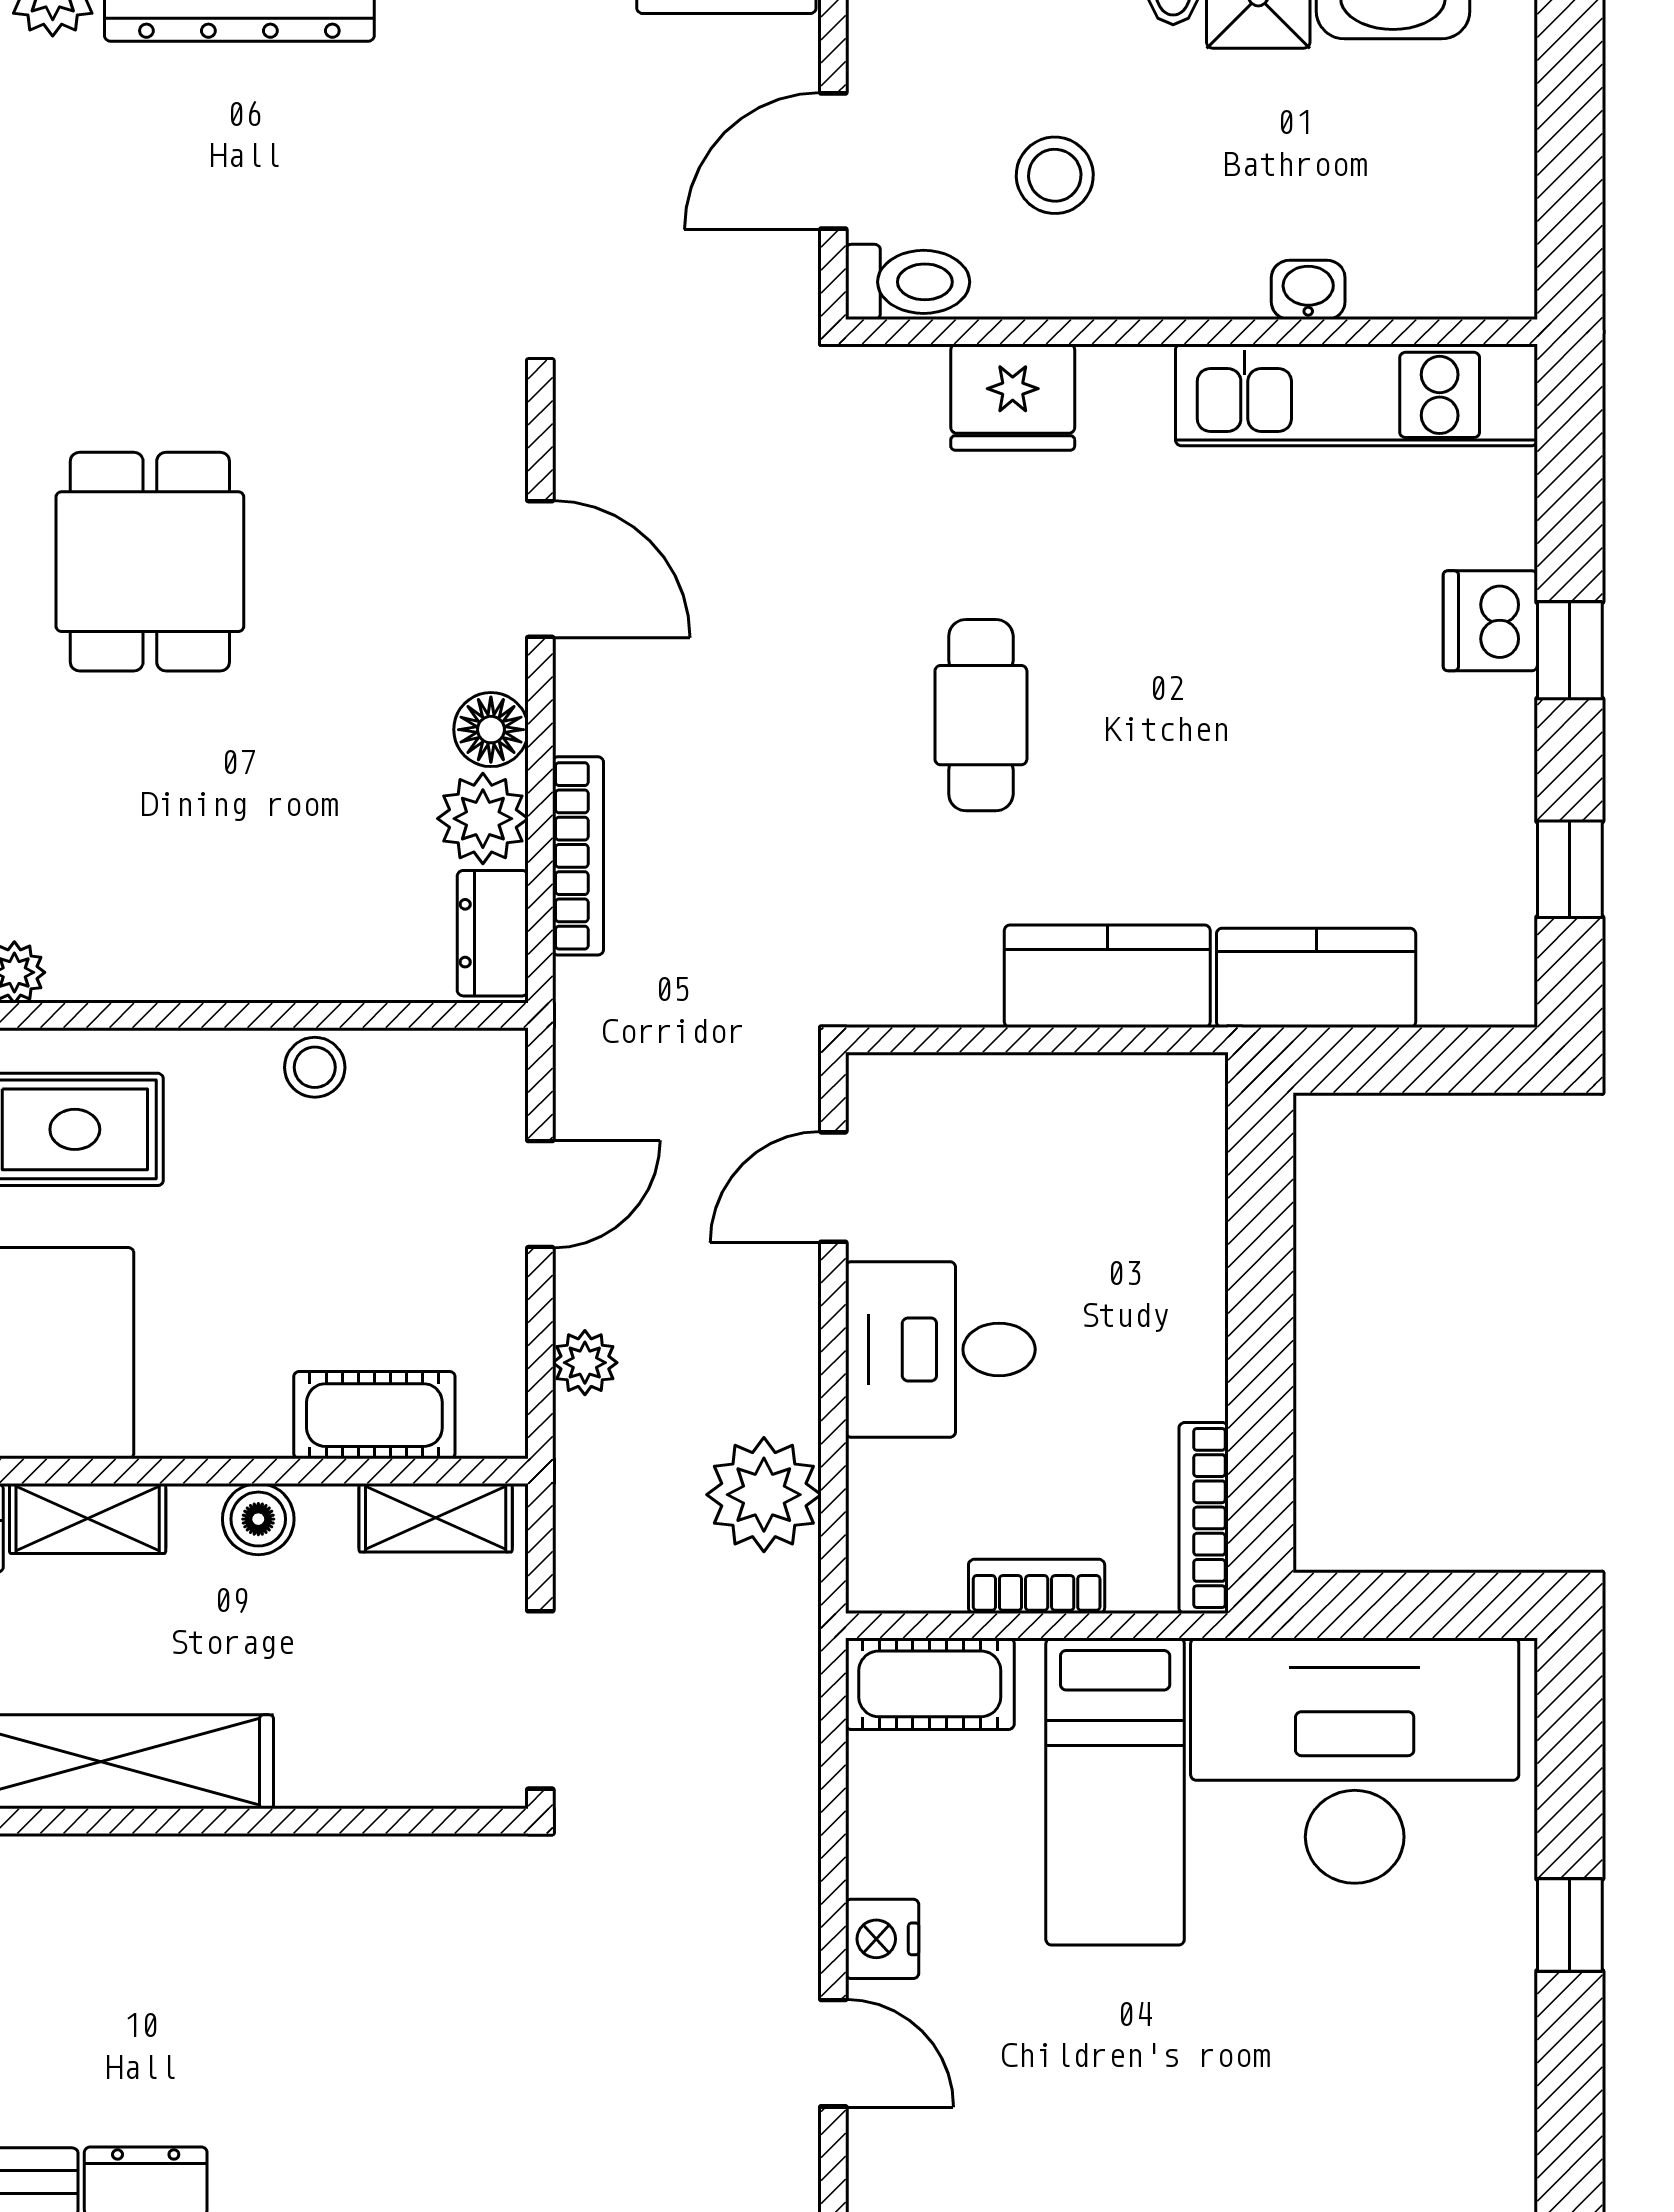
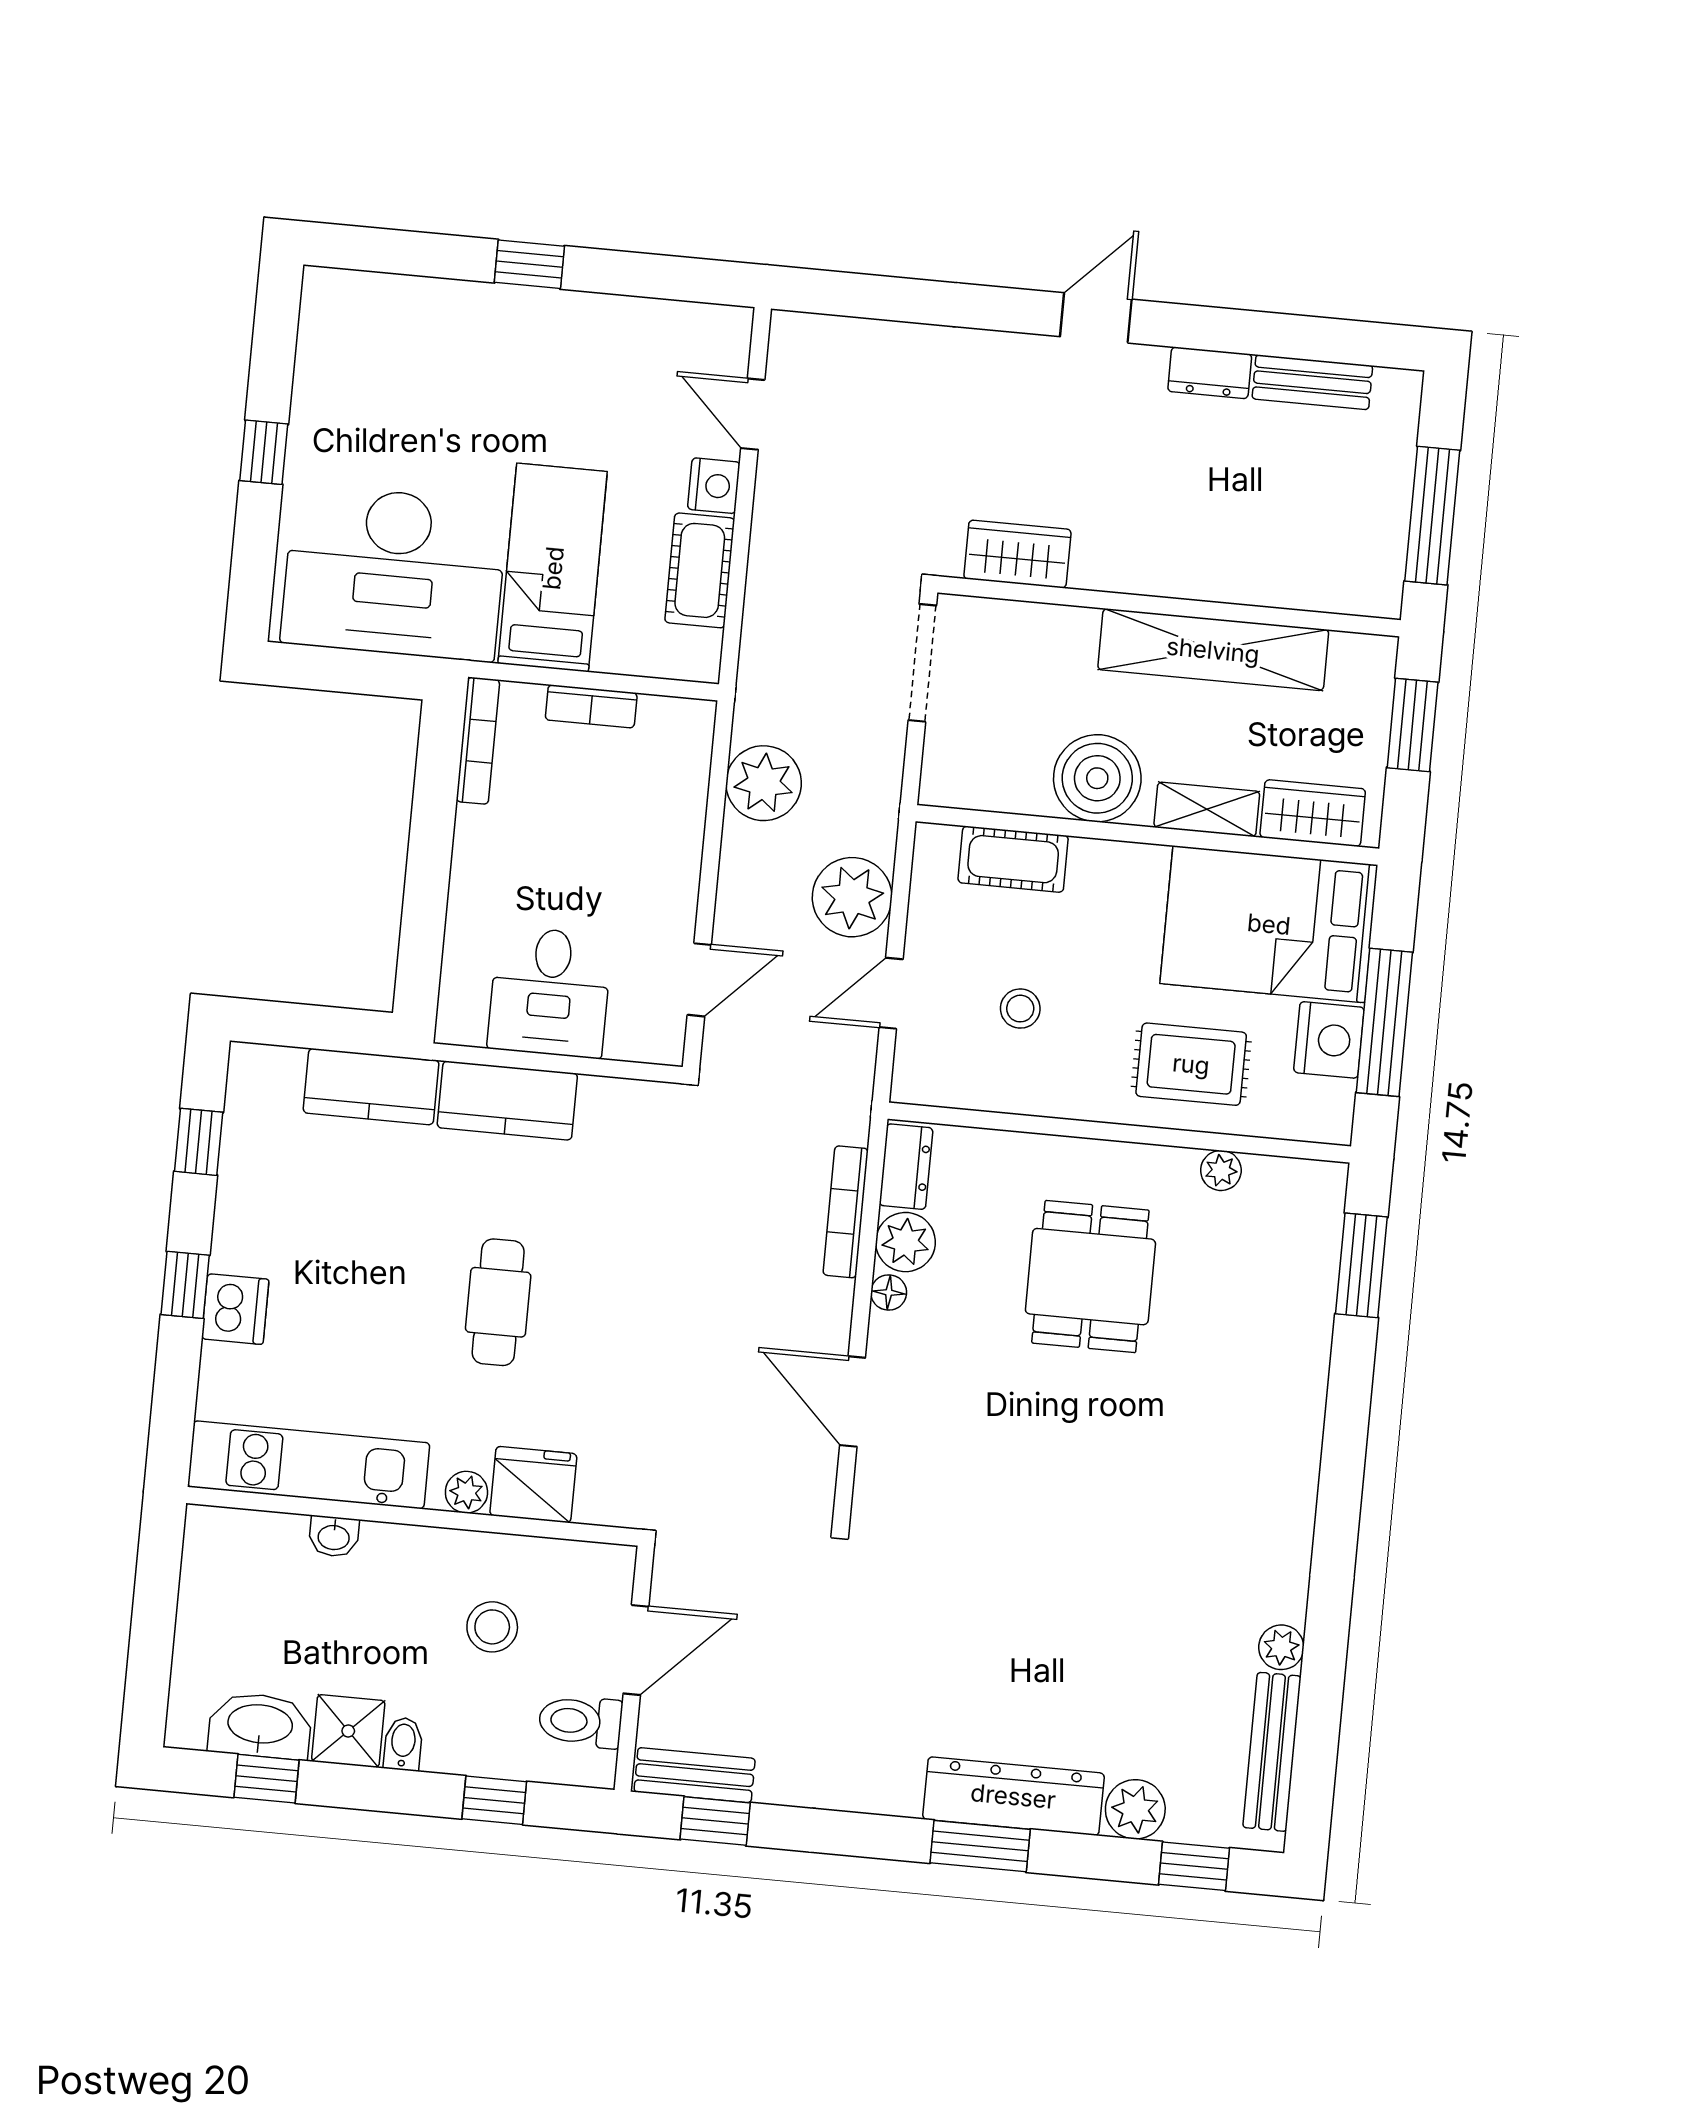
toilet: (908, 282) -> (580, 1721), moved
plant: (1113, 376) -> (466, 1492), added
dining table: (150, 562) -> (1090, 1277), moved
cafe table: (981, 715) -> (498, 1302), moved
floor lamp: (491, 730) -> (889, 1292), width x0.73, depth x0.73
stool: (315, 1067) -> (1020, 1009), moved
desk: (940, 1349) -> (550, 992), moved, turned 90
plant: (585, 1363) -> (852, 897), width x1.88, depth x1.88
shelving: (436, 1518) -> (979, 788), removed
boiler: (258, 1519) -> (1097, 778), width x1.86, depth x1.86
cot: (930, 1684) -> (700, 570), moved, turned 90
wardrobe: (412, 1879) -> (1017, 554), added

